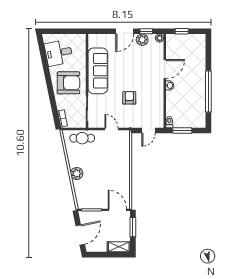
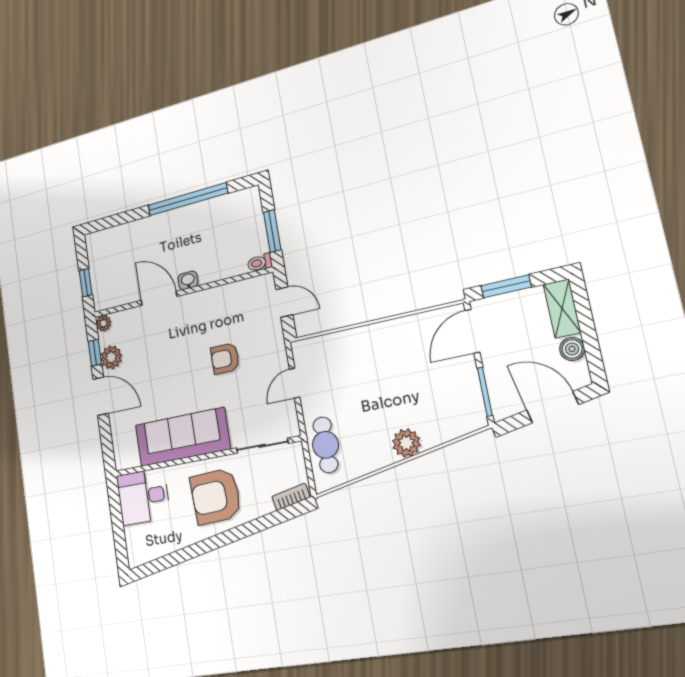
desk: (59, 53) -> (143, 497), moved, turned 102
armchair: (68, 83) -> (216, 496), turned -93
boiler: (102, 247) -> (572, 349), added

